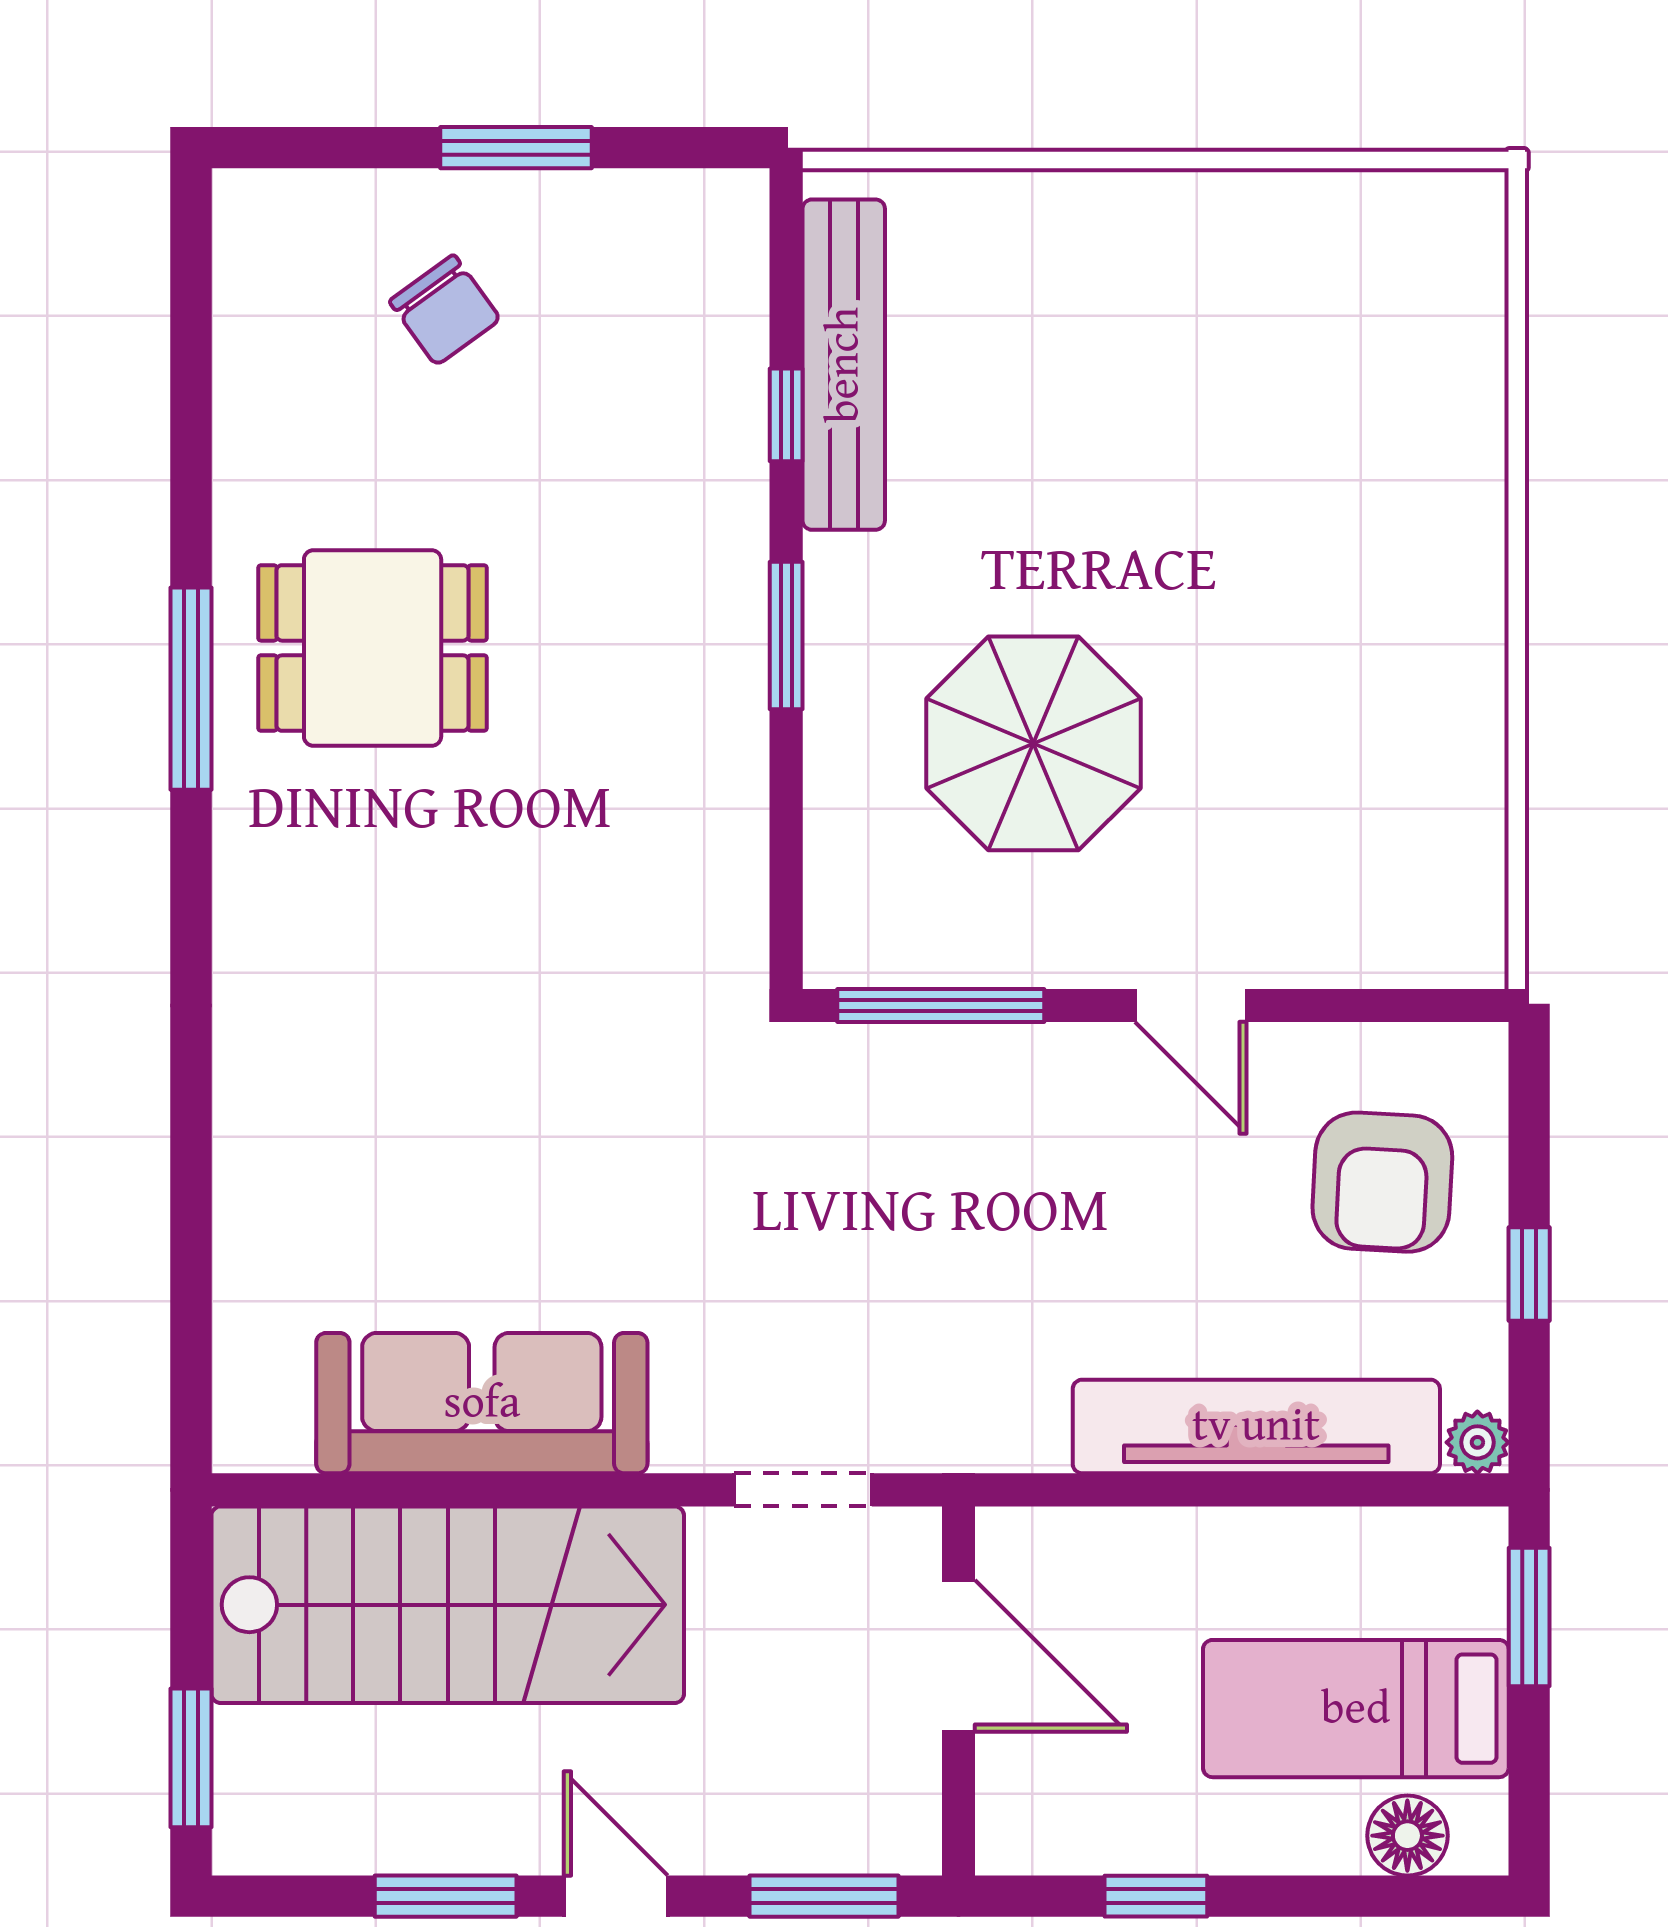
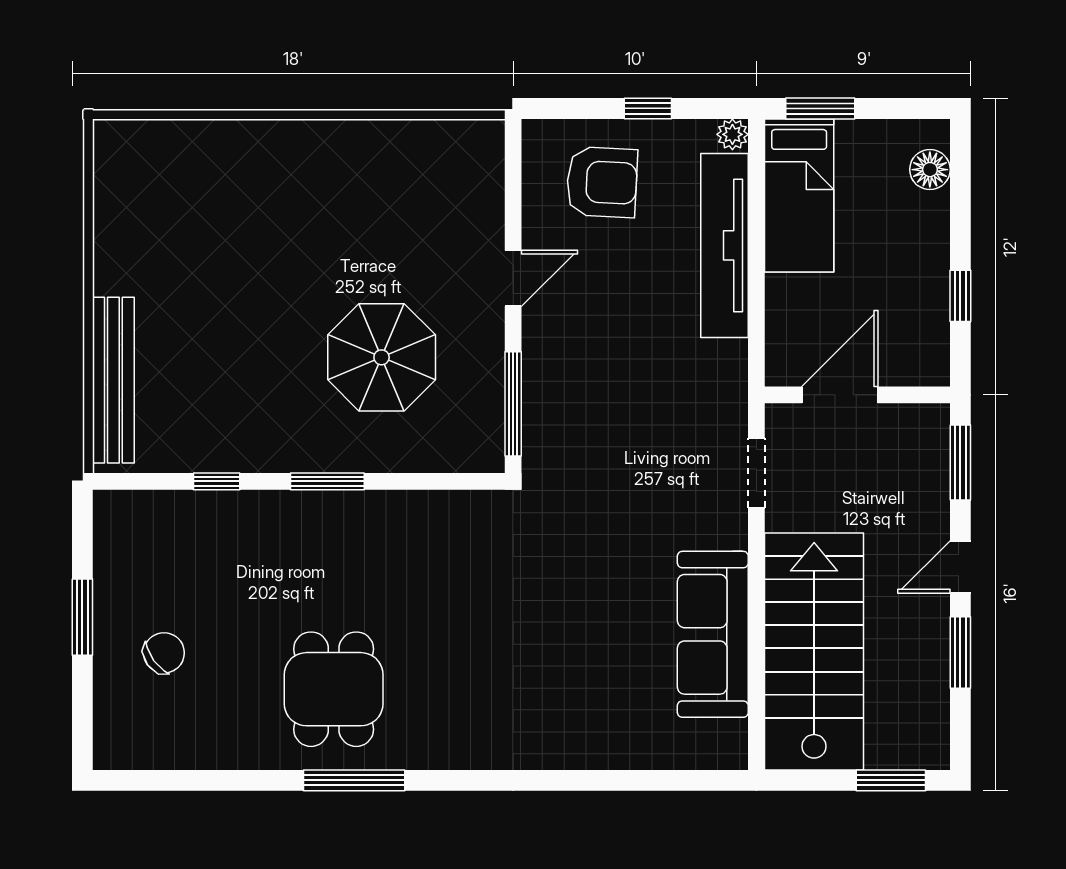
bench: (844, 365) -> (113, 380), moved, turned 90
bed: (1356, 1709) -> (799, 195), moved

